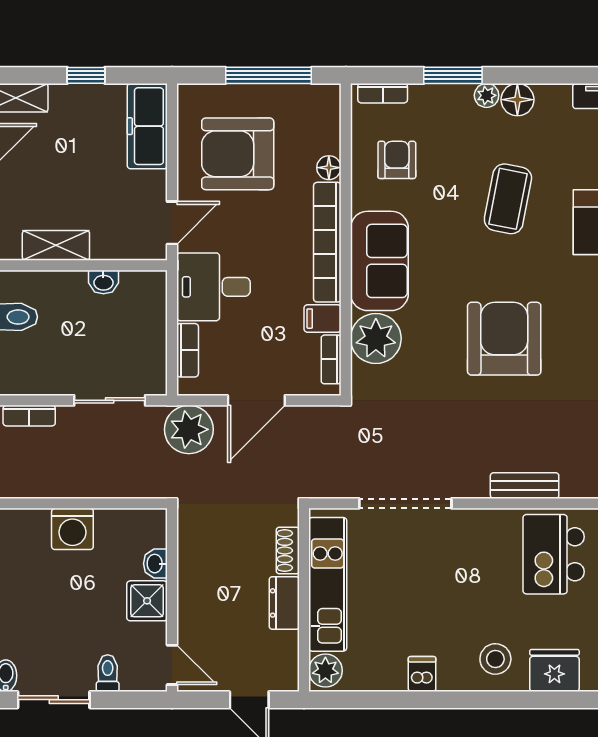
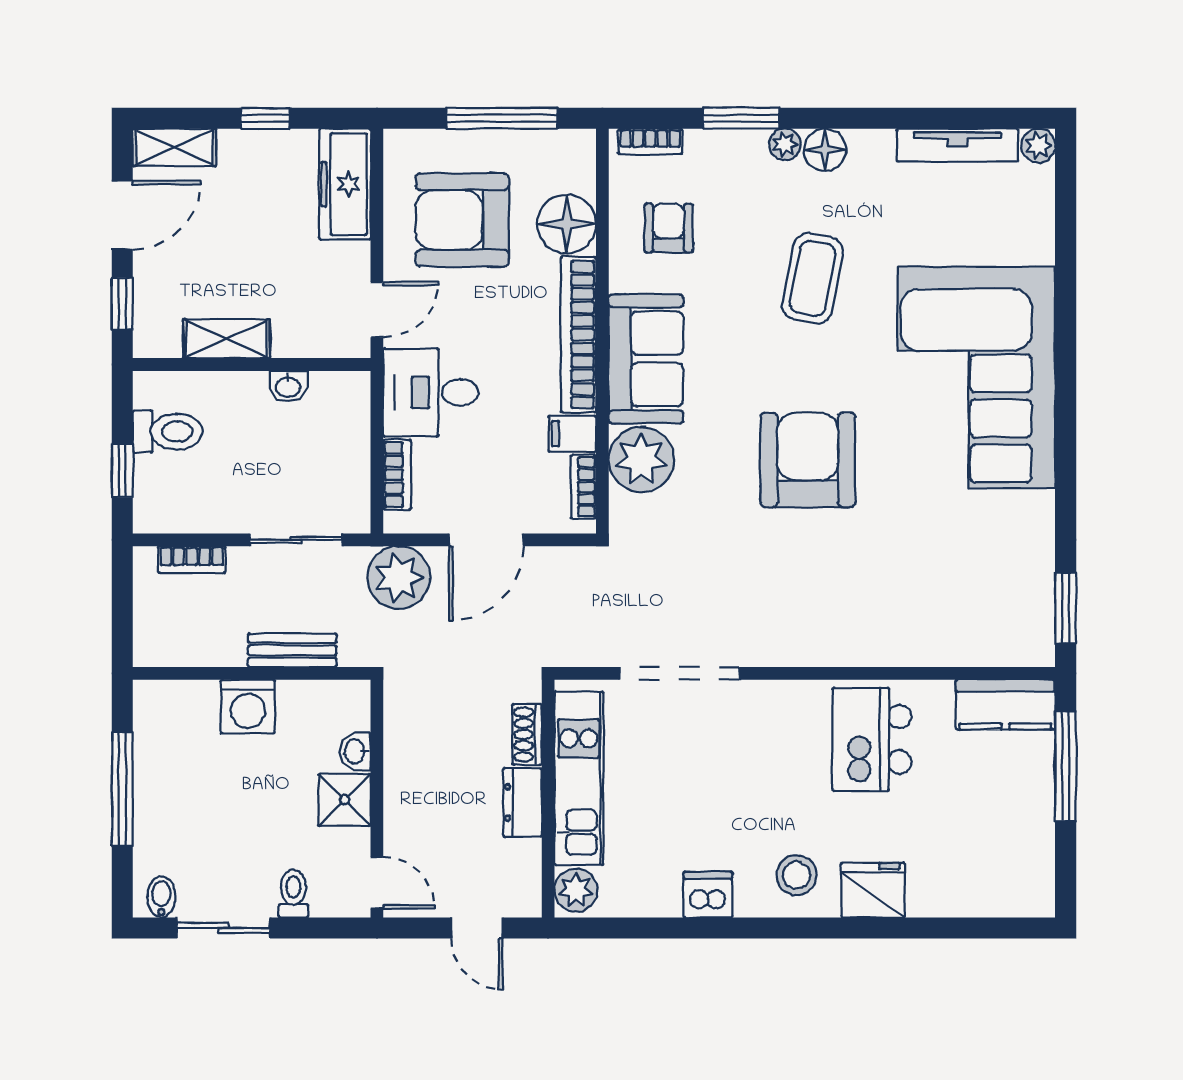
floor lamp: (329, 168) -> (567, 224), width x1.89, depth x1.89
bench: (525, 486) -> (292, 650), moved
dishwasher: (422, 674) -> (708, 895), width x1.38

